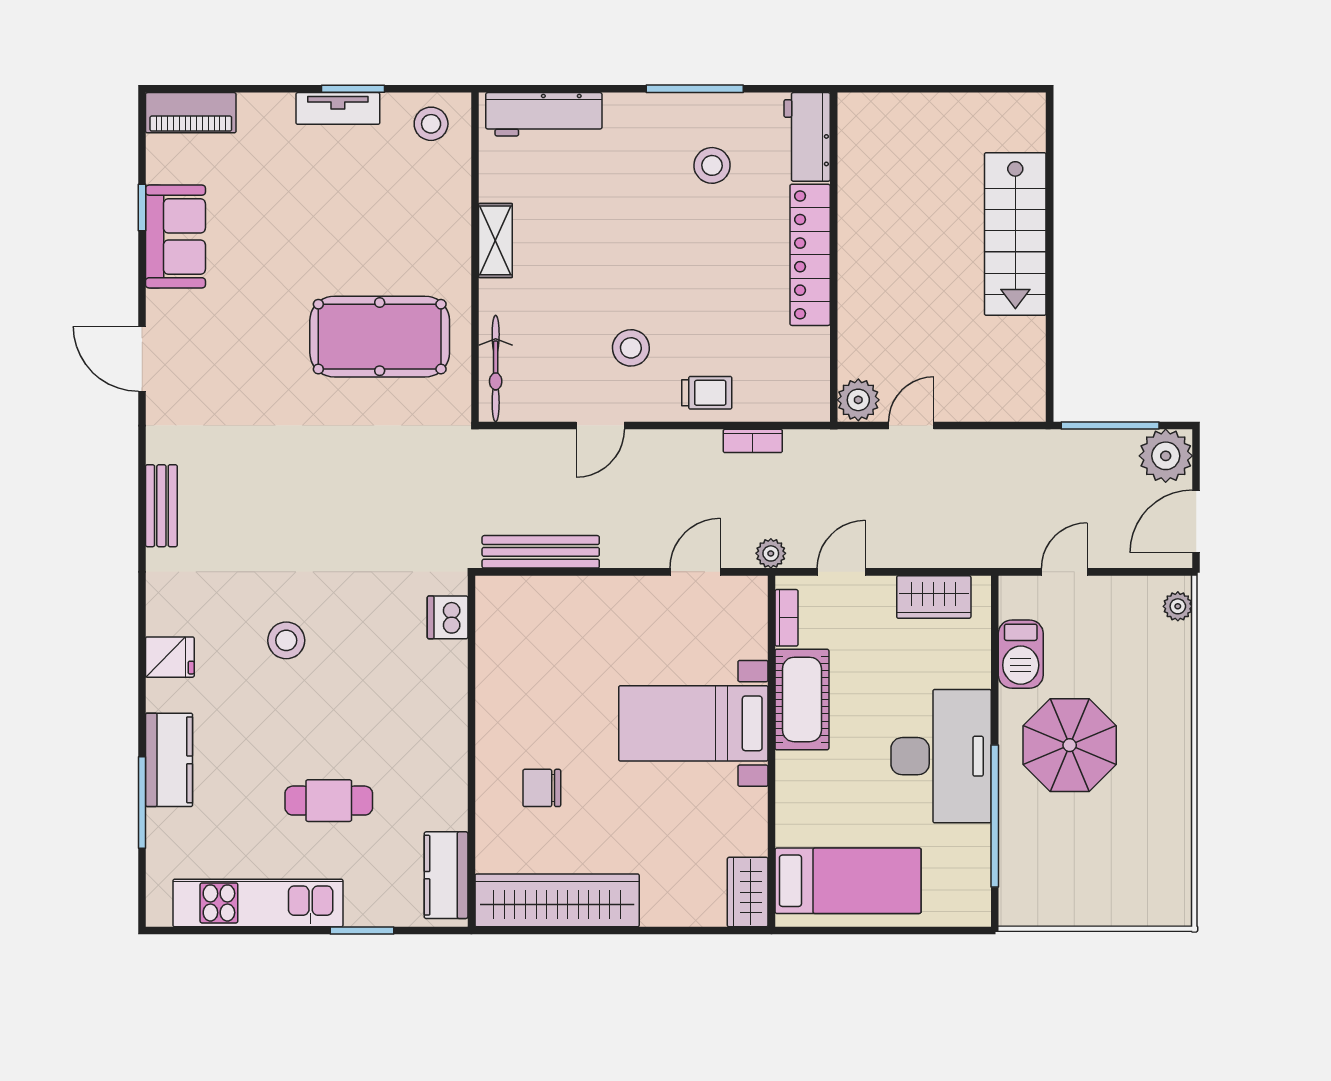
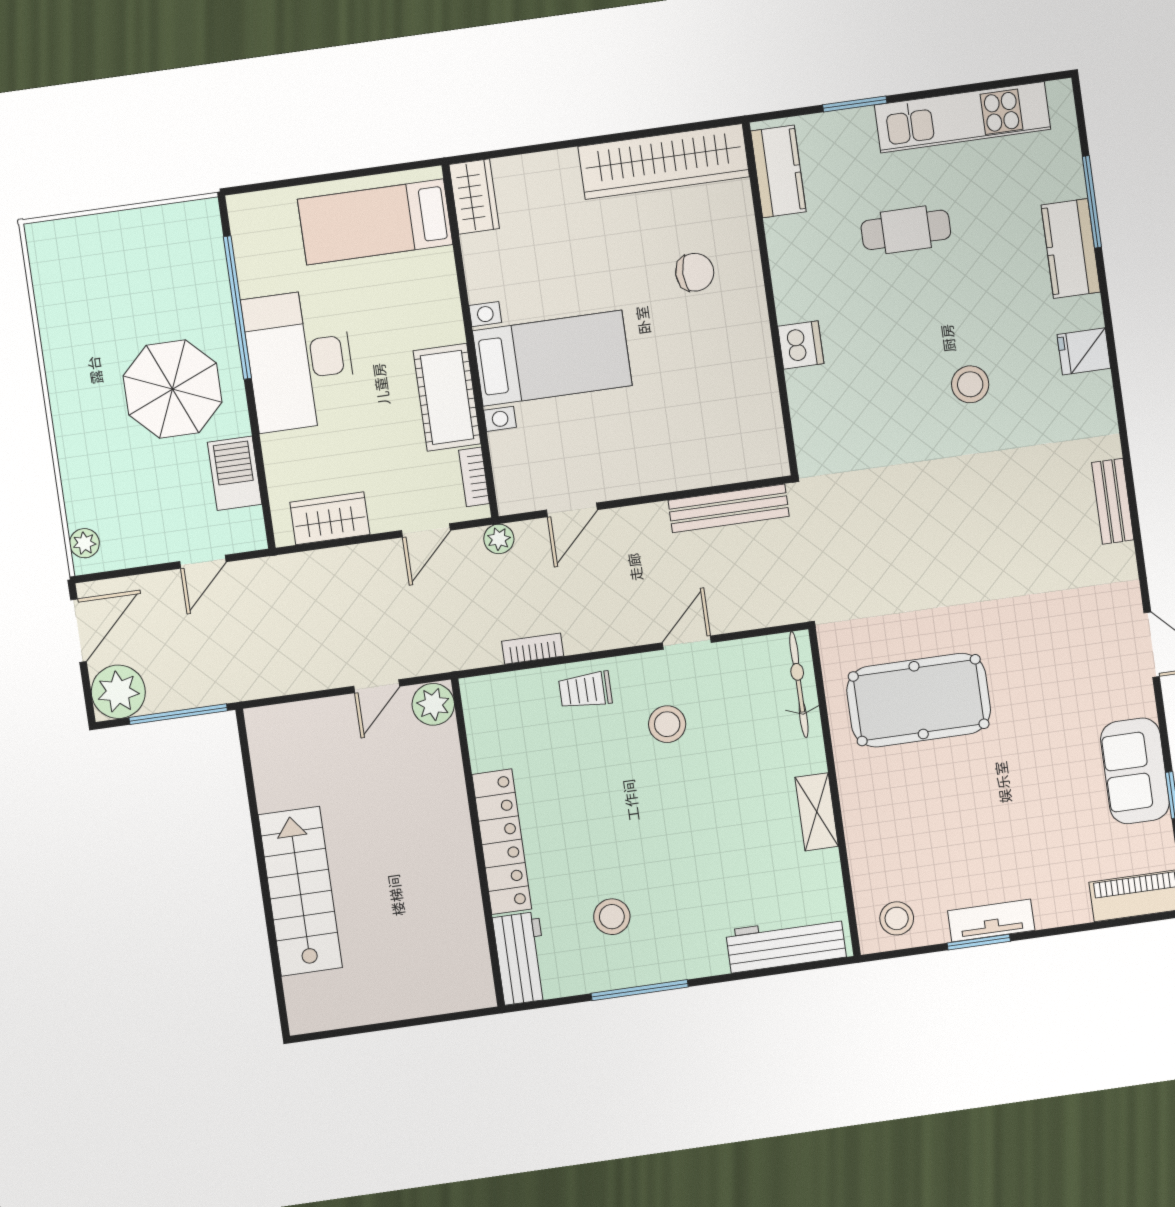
dishwasher: (448, 617) -> (801, 345), moved

